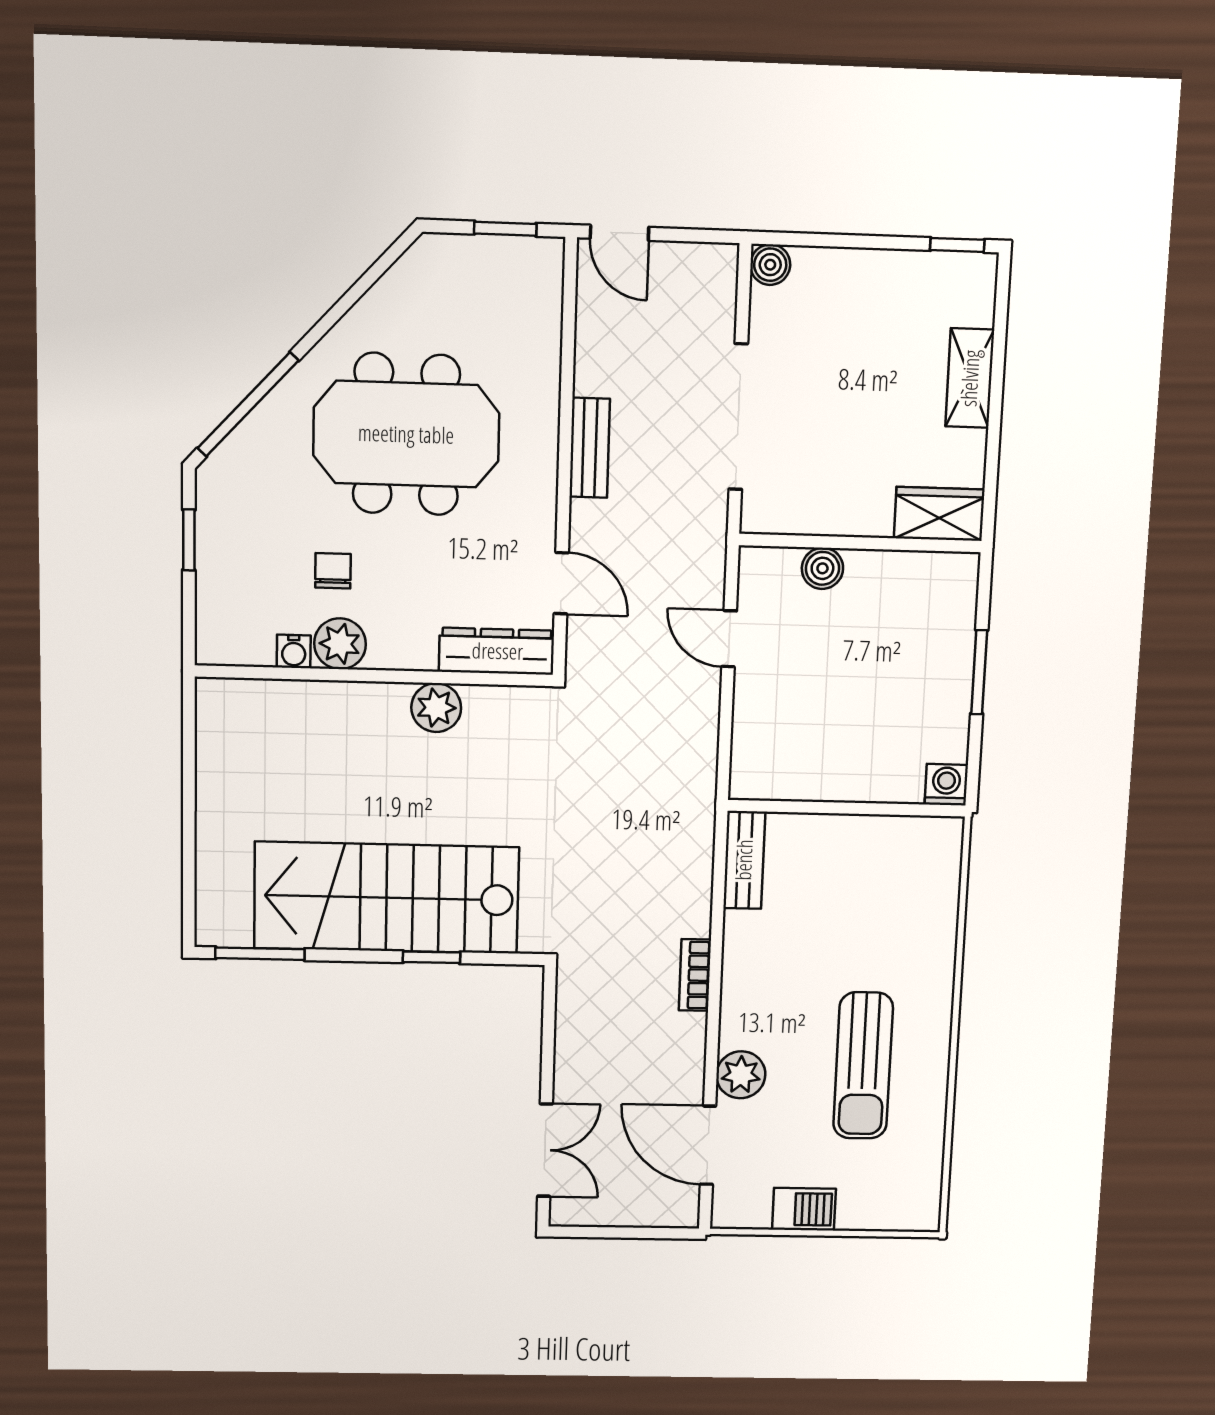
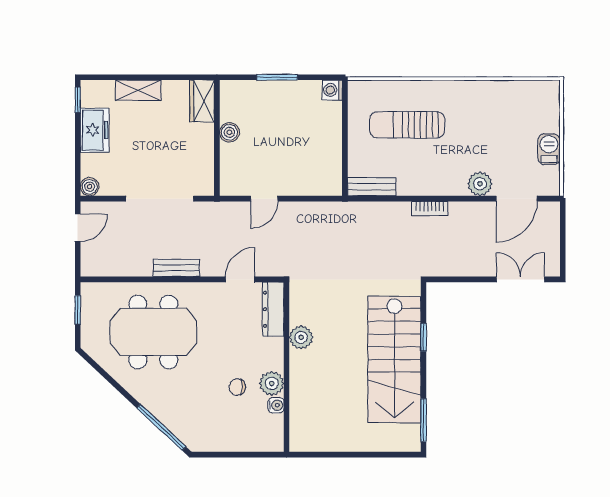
door: (619, 233) -> (78, 228), moved
freezer: (890, 280) -> (95, 130), added
meeting table: (406, 434) -> (153, 332), moved, turned 90
window: (189, 540) -> (225, 455), removed
boiler: (822, 568) -> (229, 132), moved
sun lounger: (863, 1066) -> (407, 125), moved, turned 180

